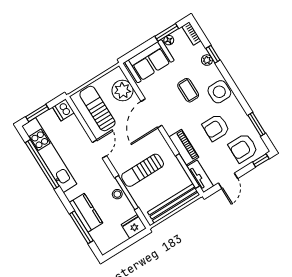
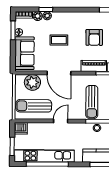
plant: (200, 50) -> (38, 16), added
side table: (219, 92) -> (73, 21), removed
door: (99, 149) -> (61, 121), hinge flipped

